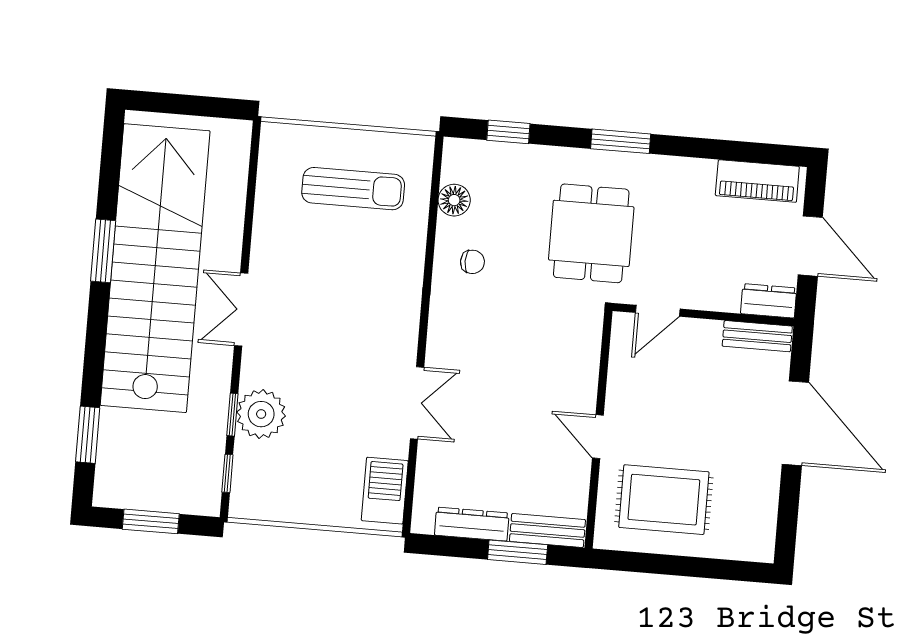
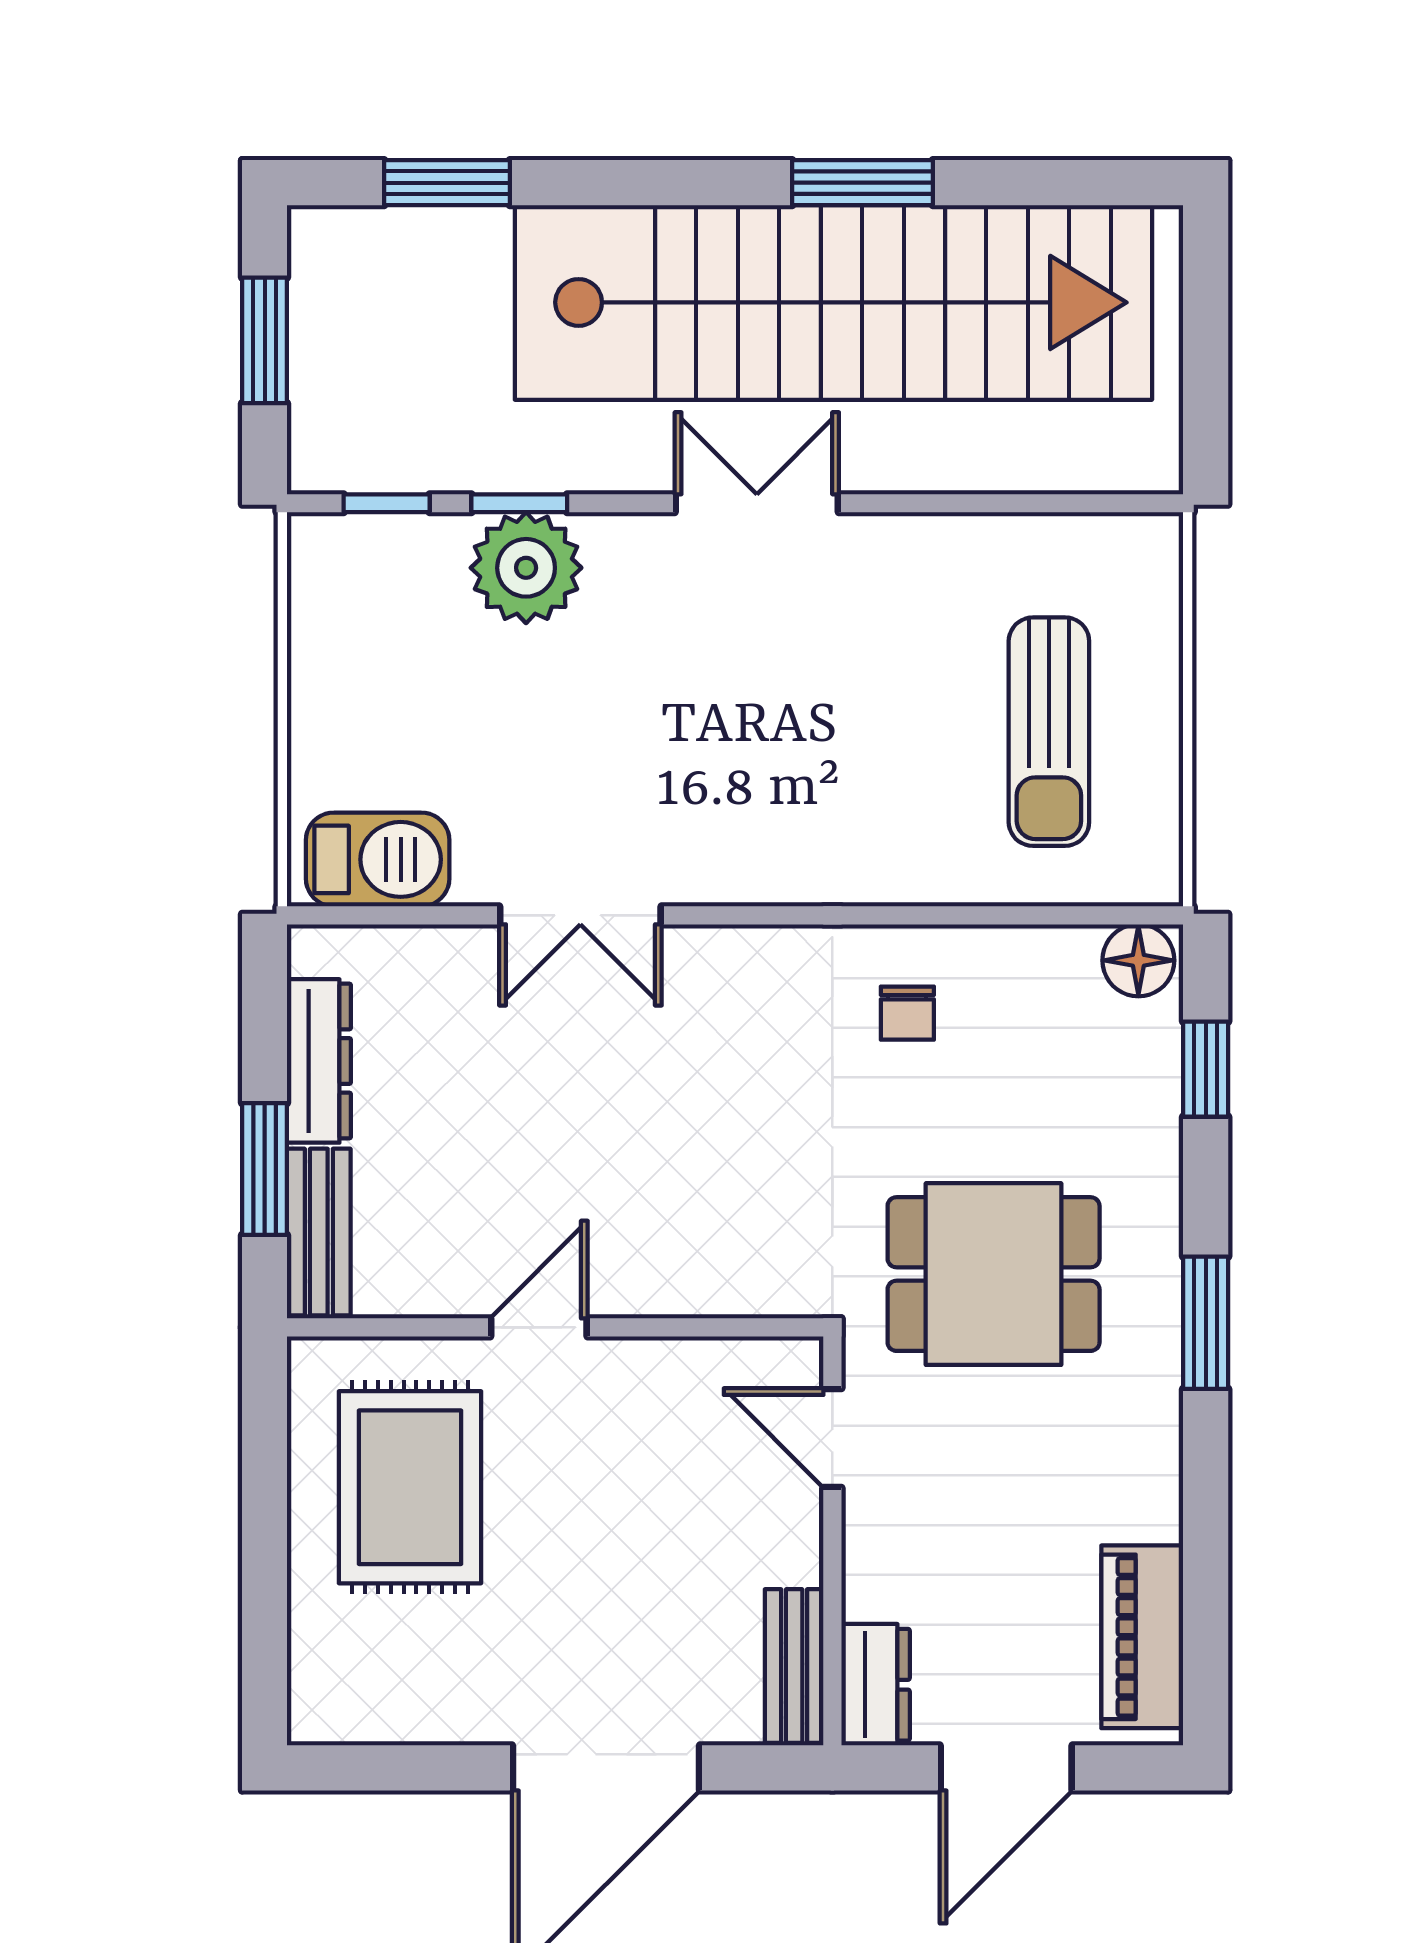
floor lamp: (454, 200) -> (1138, 960), moved

